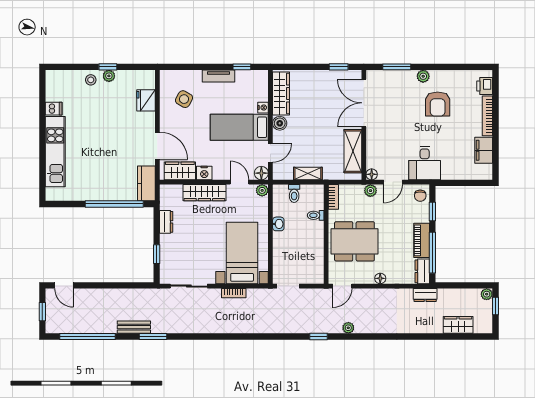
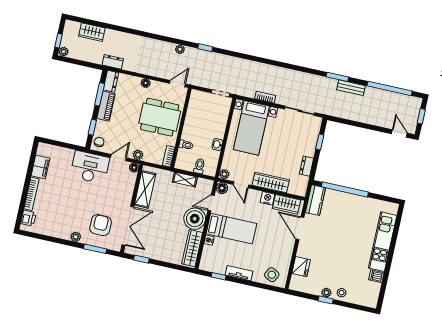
side table: (184, 99) -> (272, 275), moved
armchair: (438, 104) -> (101, 225), moved
boiler: (280, 123) -> (195, 219), width x1.86, depth x1.86
desk: (425, 163) -> (90, 167), width x1.37
window: (432, 253) -> (100, 94), width x0.69

